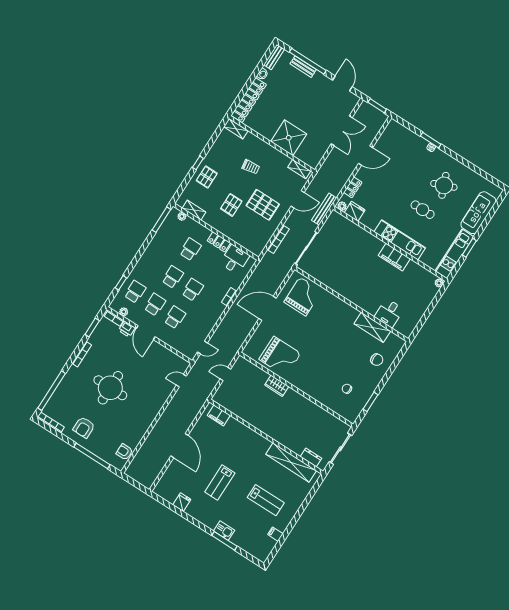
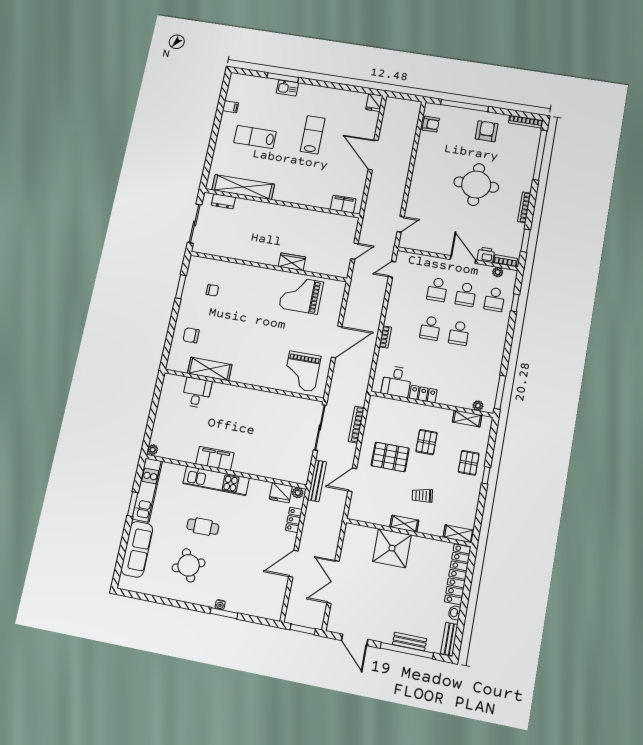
shelving: (299, 169) -> (404, 524), moved
school desk: (190, 249) -> (452, 372), removed
fridge: (182, 502) -> (374, 103), moved

